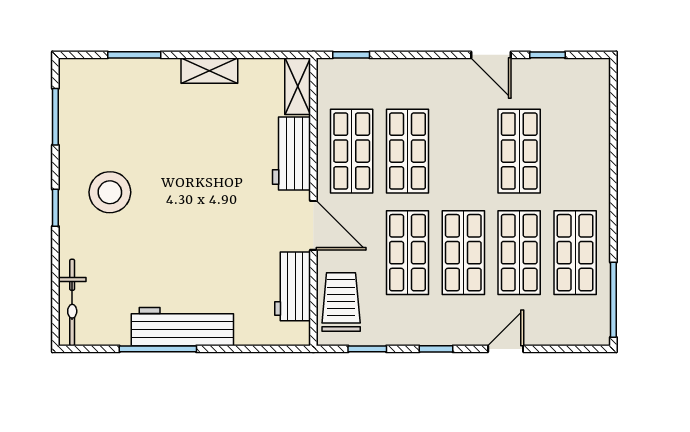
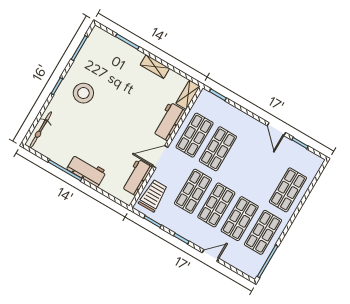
shop shelf: (519, 151) -> (288, 190), moved
door: (313, 225) -> (160, 157), swing flipped
workbench: (182, 327) -> (87, 170), width x0.73

